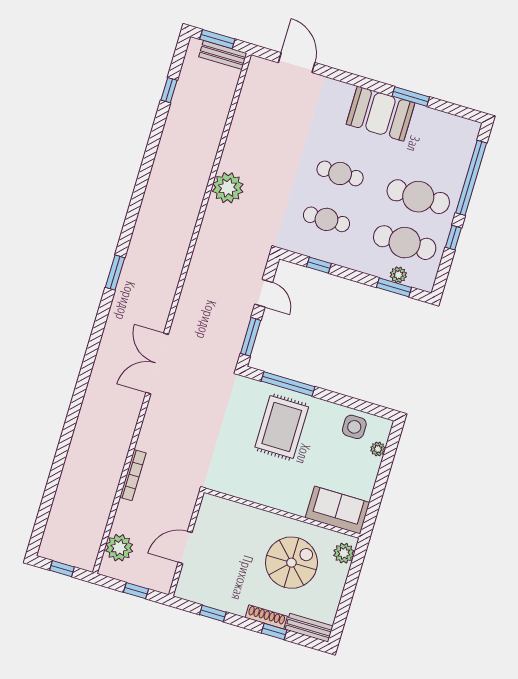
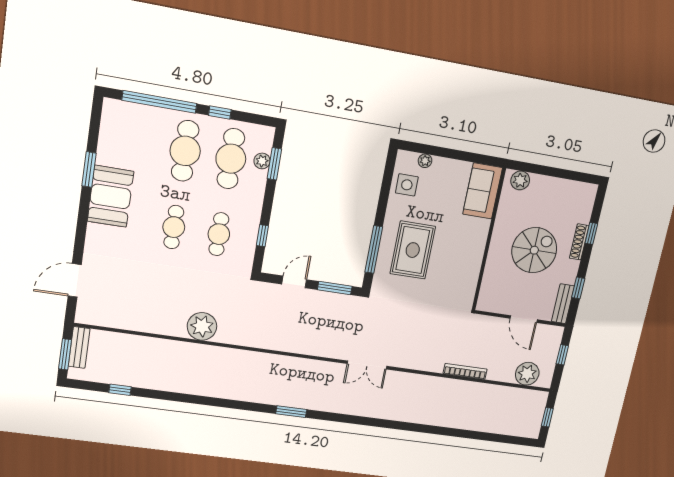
double door: (157, 363) -> (367, 365), width x0.73
rug: (282, 427) -> (413, 250), turned 90
spiral stairs: (291, 563) -> (534, 250), moved, turned 90
bench: (309, 628) -> (563, 304), moved

